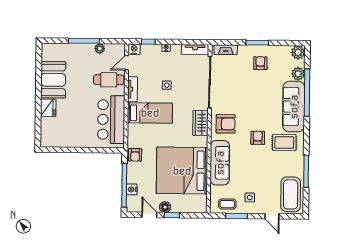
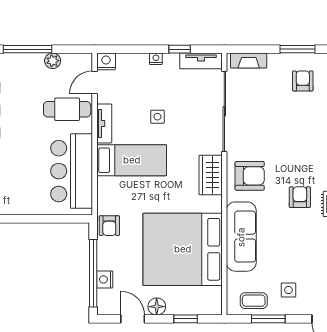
window: (148, 42) -> (180, 49), moved
window: (172, 215) -> (186, 319), moved

